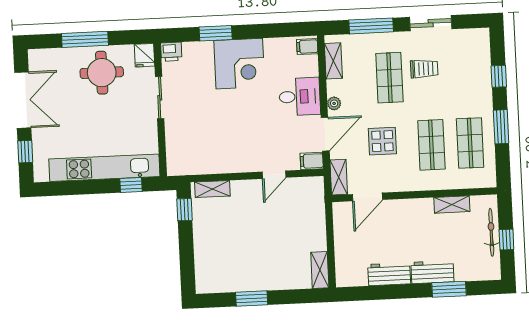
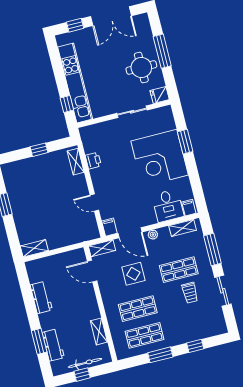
printer: (171, 52) -> (93, 161), moved, turned 180
corner desk: (239, 64) -> (160, 158), width x1.36, depth x1.36
desk: (300, 97) -> (168, 206), moved
window: (185, 210) -> (39, 150), moved
workbench: (432, 272) -> (53, 345), moved

